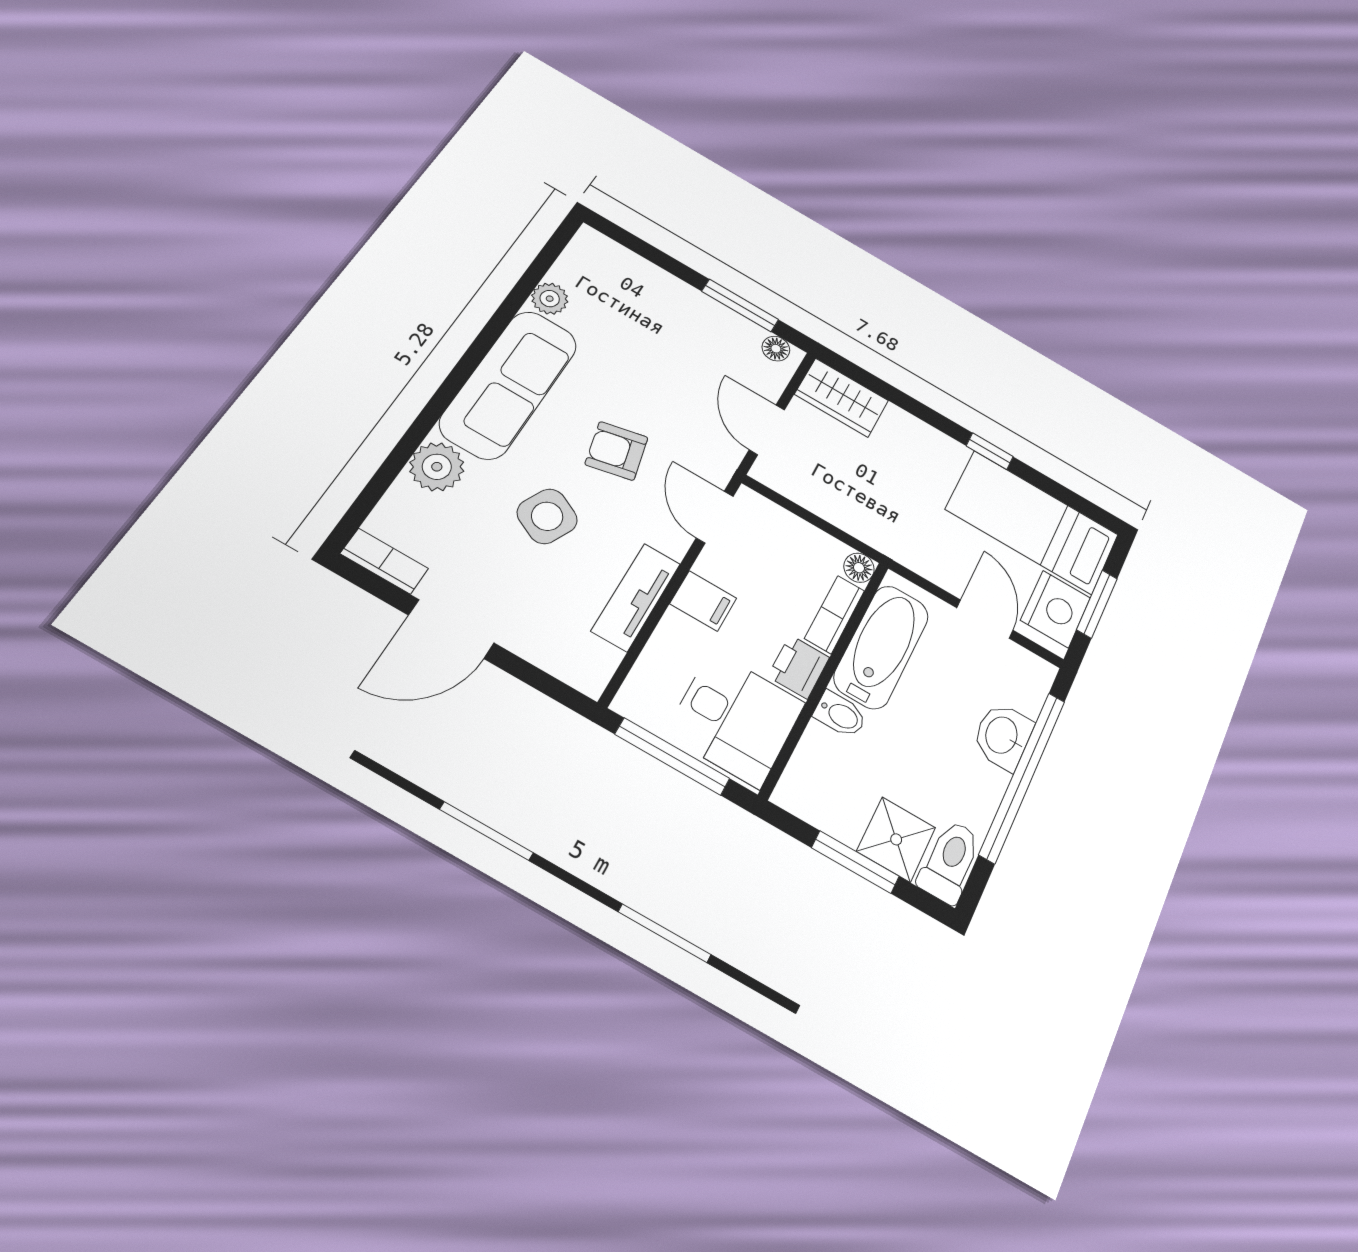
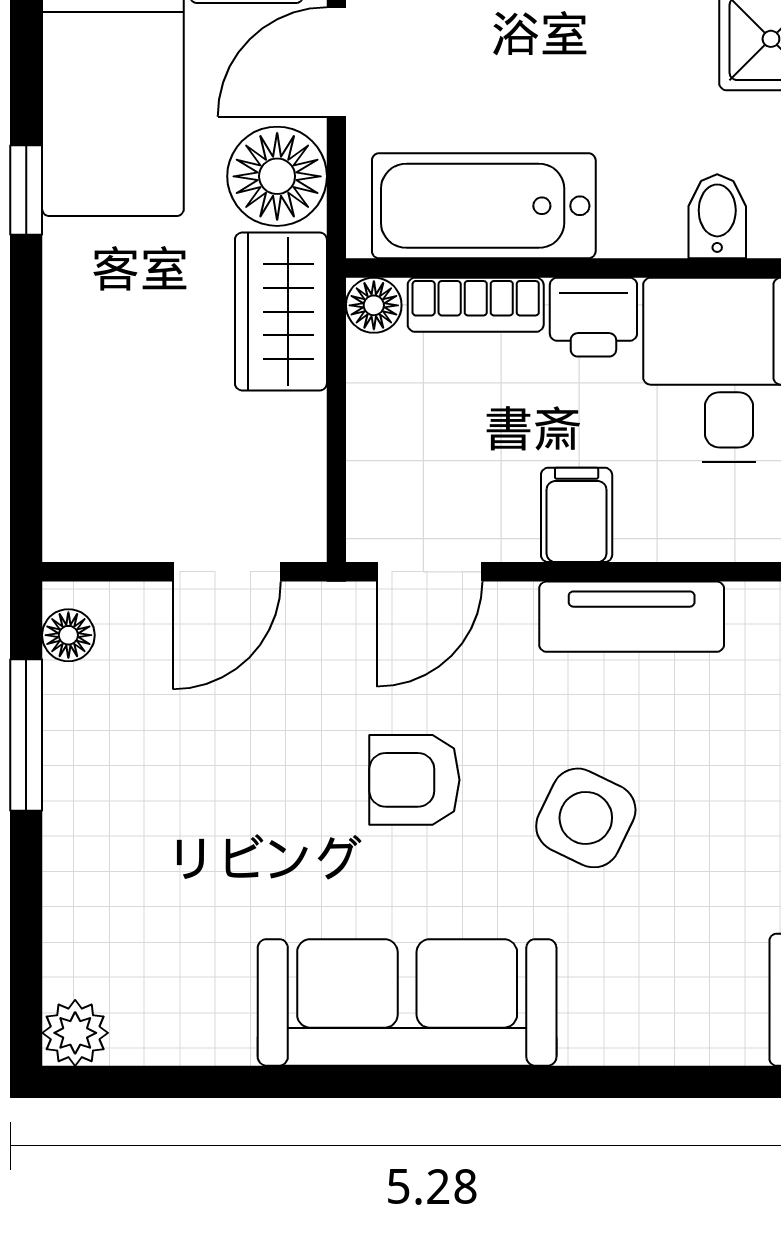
plant: (550, 299) -> (75, 1033), moved
wardrobe: (842, 397) -> (281, 312), moved, turned 180
armchair: (617, 451) -> (414, 780), turned 103
plant: (437, 467) -> (608, 1020), removed
floor lamp: (943, 561) -> (277, 176), added
bidet: (840, 715) -> (717, 216), moved

